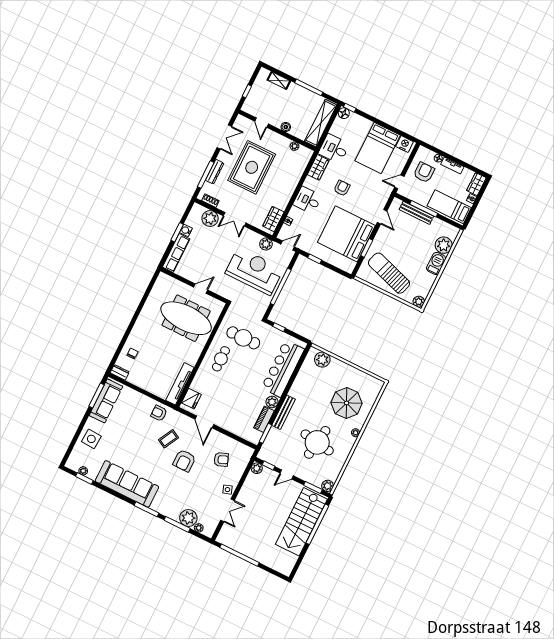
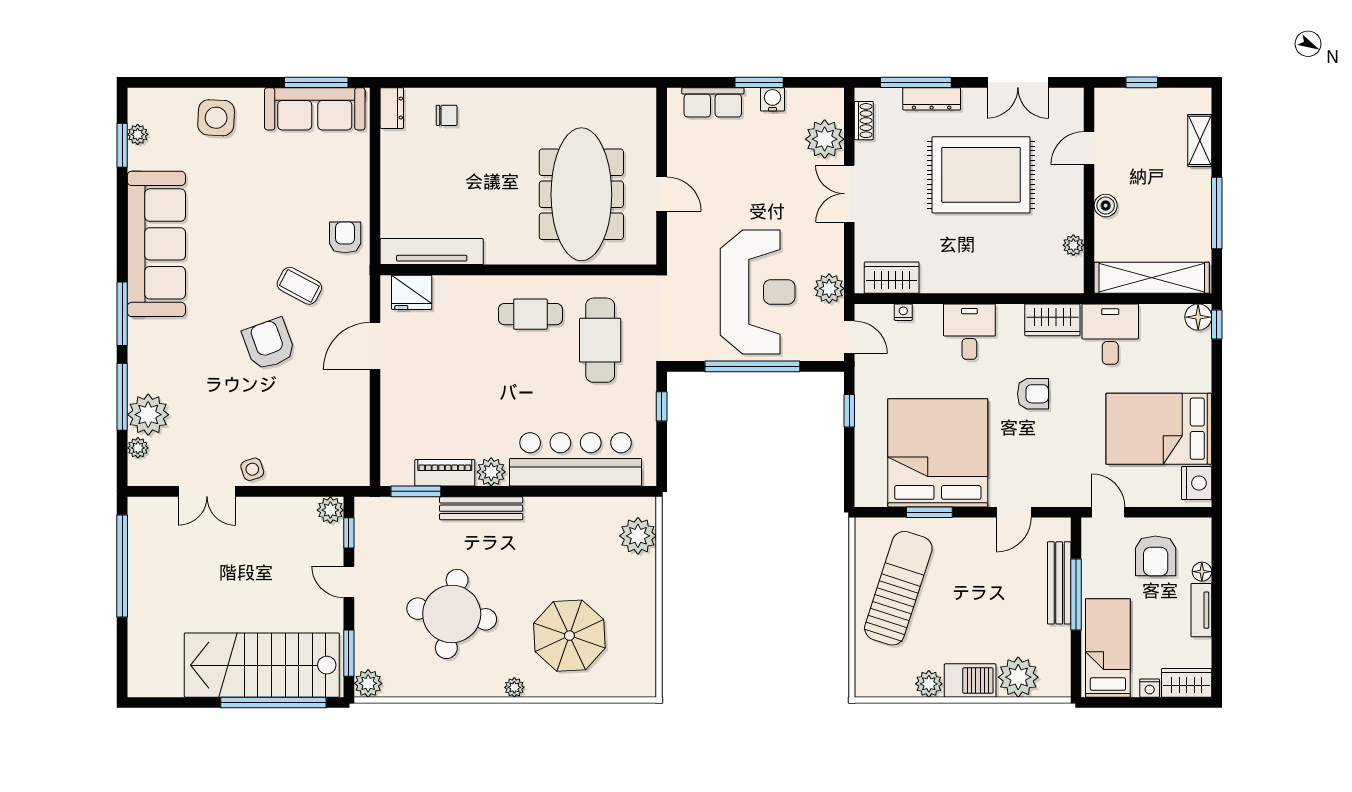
armchair: (424, 172) -> (1156, 556), turned 90
row of seats: (176, 253) -> (713, 102), width x0.68
plant: (419, 302) -> (929, 684), moved
armchair: (221, 460) -> (311, 423), removed
armchair: (184, 461) -> (269, 344), turned 70

